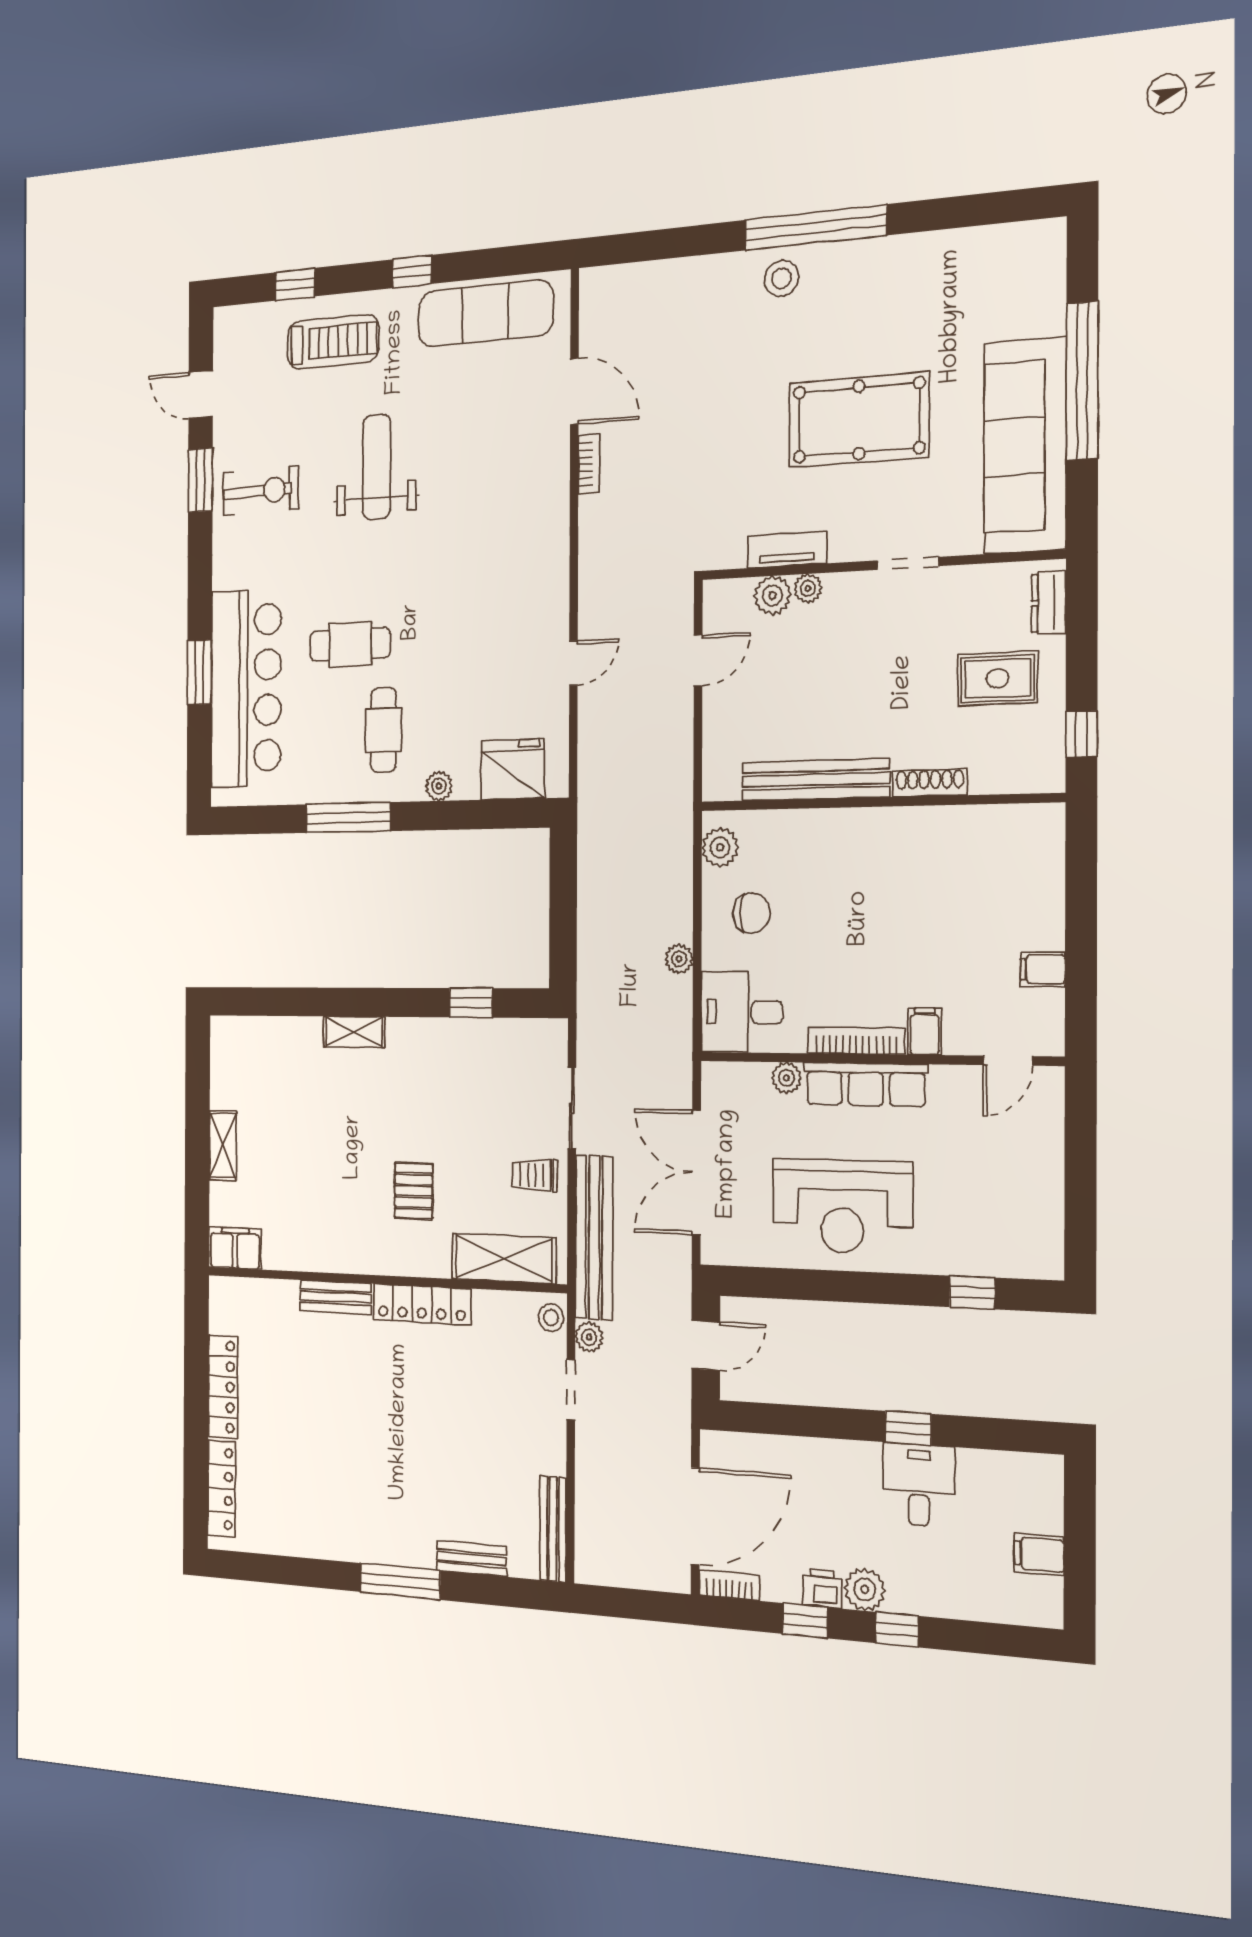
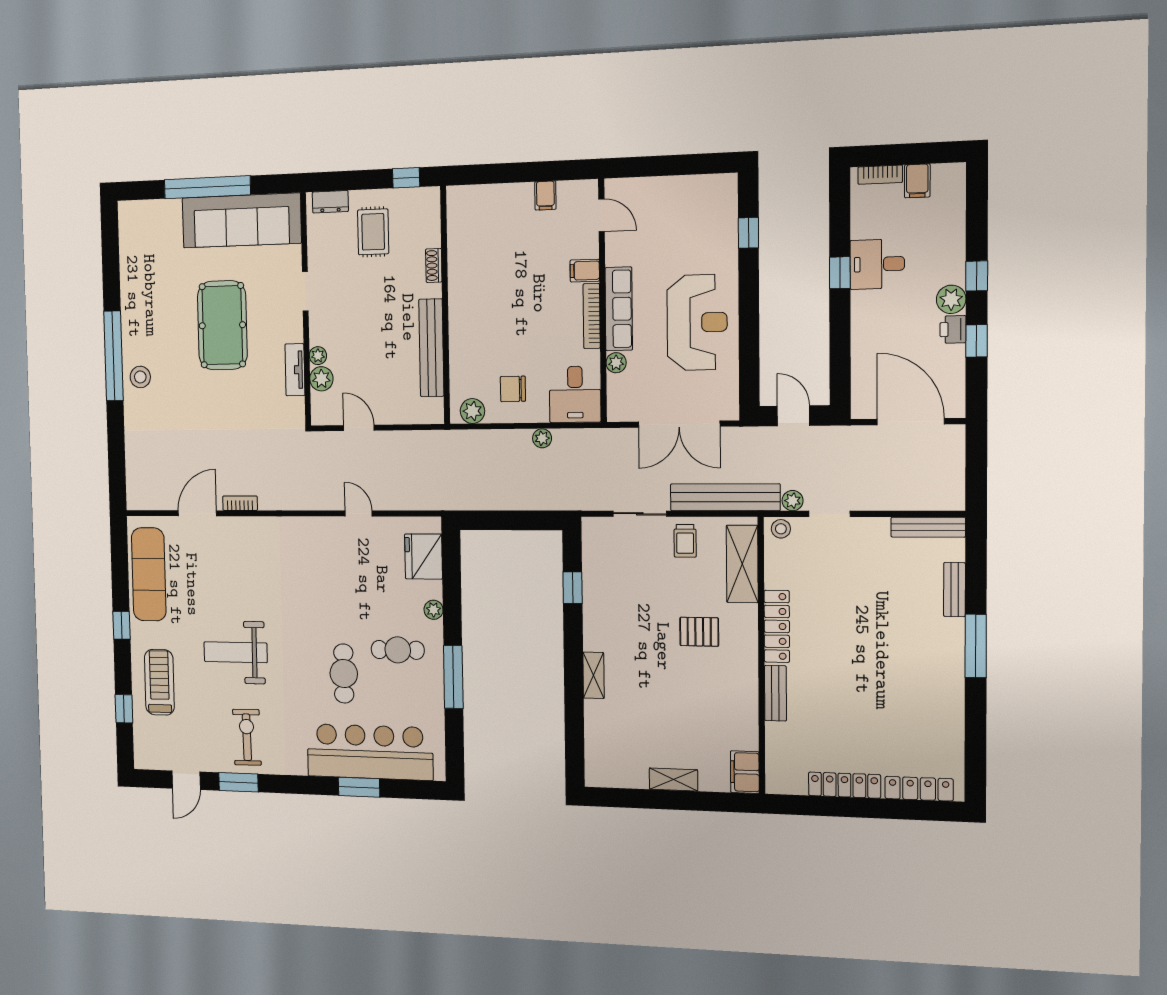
shoe rack: (930, 783) -> (434, 265), width x0.70
chair: (751, 913) -> (513, 389), turned -90
bookcase: (729, 1585) -> (880, 175), moved, turned -90

